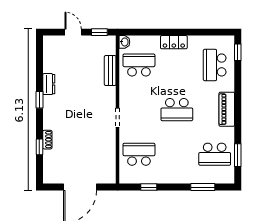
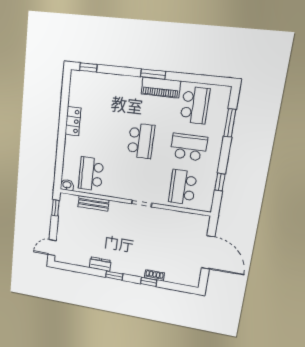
door: (73, 32) -> (52, 248), moved
locker: (174, 42) -> (73, 121), moved
school desk: (215, 65) -> (189, 147), moved, turned 180
piano: (227, 109) -> (161, 88), moved
window: (39, 147) -> (149, 282), moved
window: (238, 155) -> (153, 74), moved

